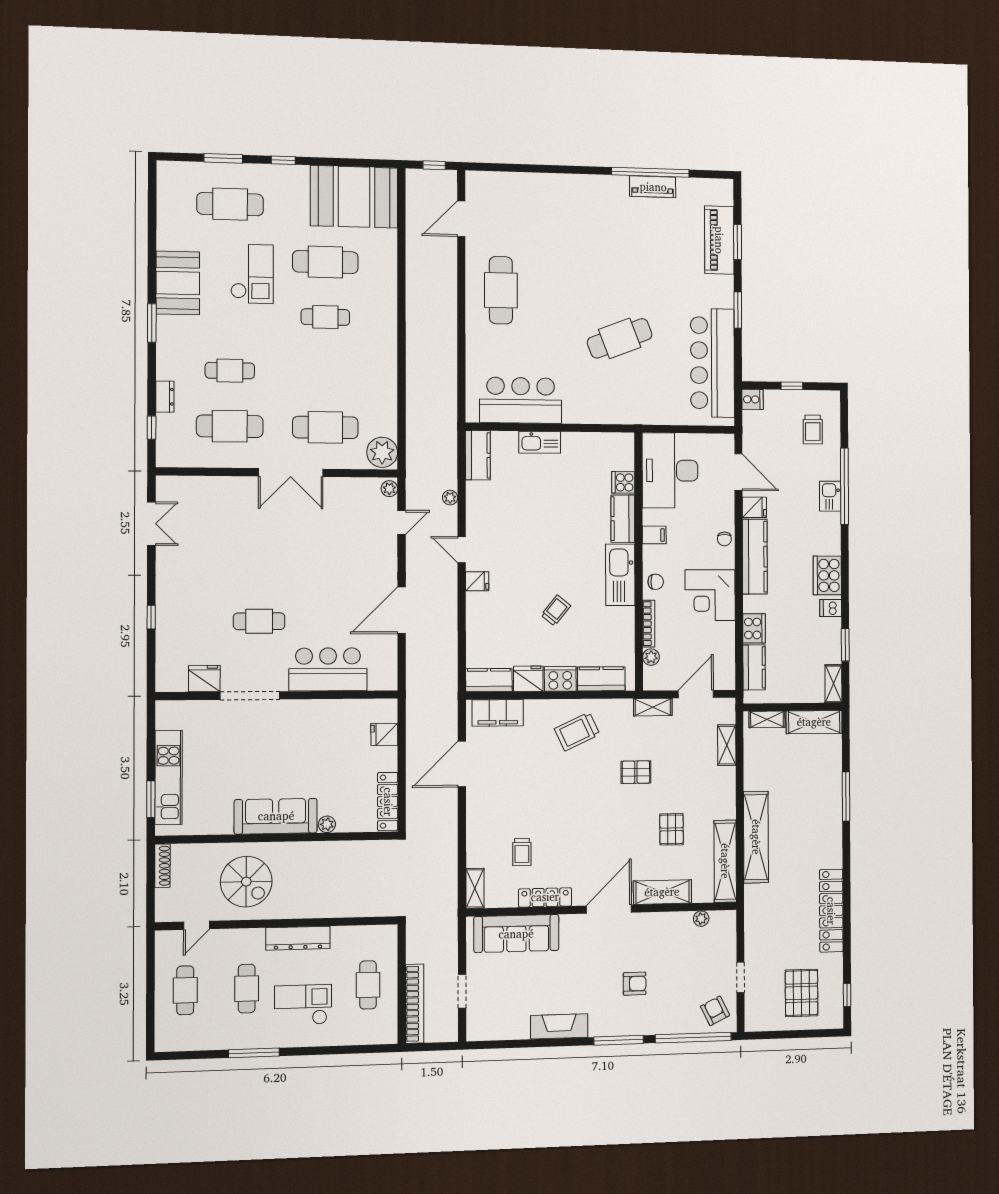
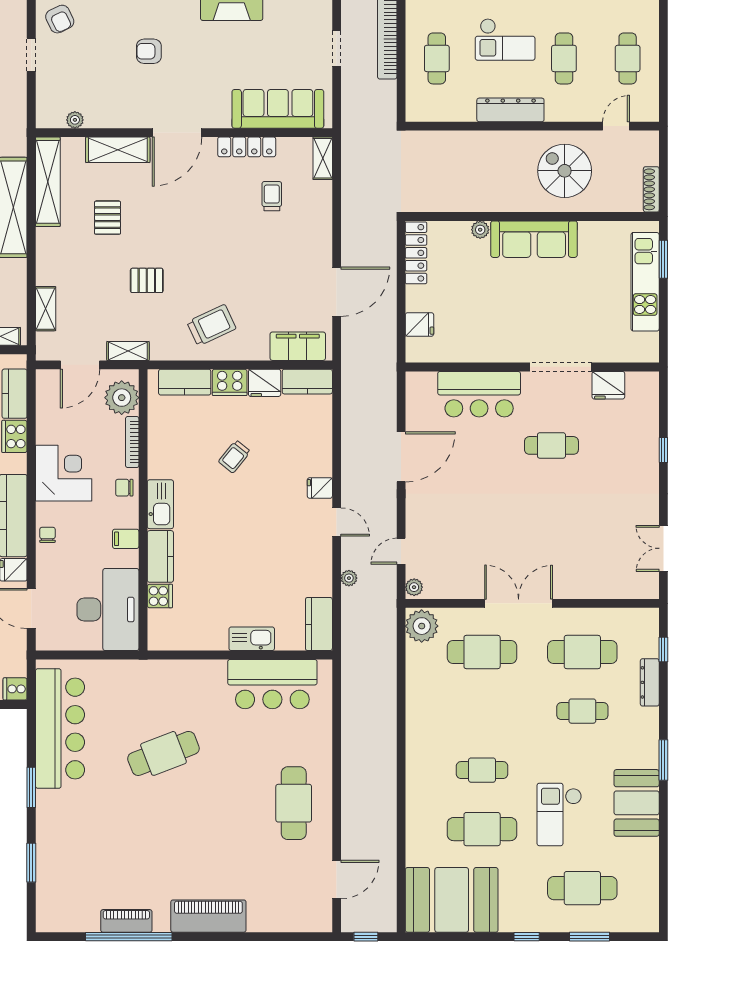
piano: (719, 240) -> (208, 916), moved, turned -90
dresser: (165, 397) -> (650, 682), width x1.44
kitchen sink: (620, 575) -> (160, 504), width x0.73, depth x0.81
plant: (651, 657) -> (122, 398), width x1.87, depth x1.87

